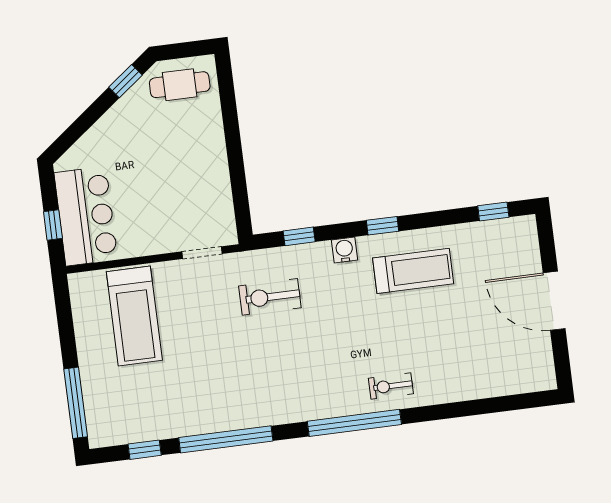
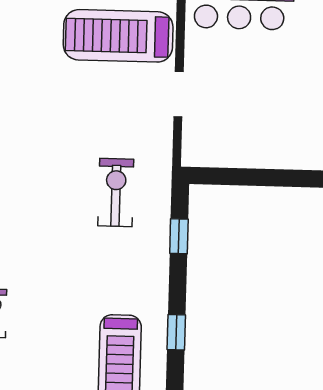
water cooler: (344, 250) -> (155, 285), removed
doorway: (202, 253) -> (179, 94), moved

